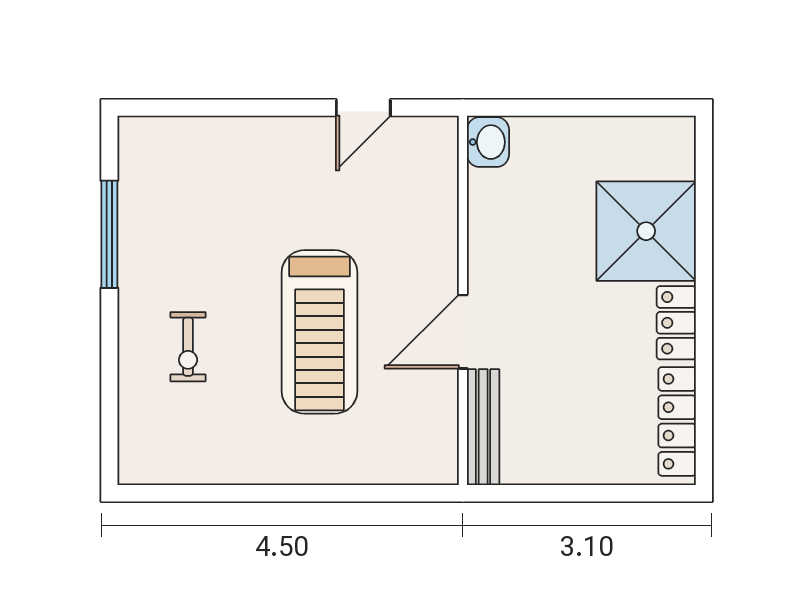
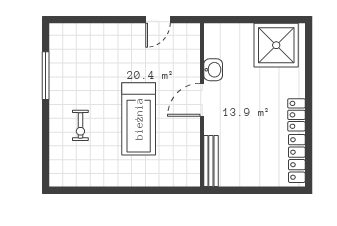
washbasin: (488, 142) -> (213, 70), moved
shower: (646, 231) -> (276, 45), moved
door: (463, 332) -> (202, 100), moved

